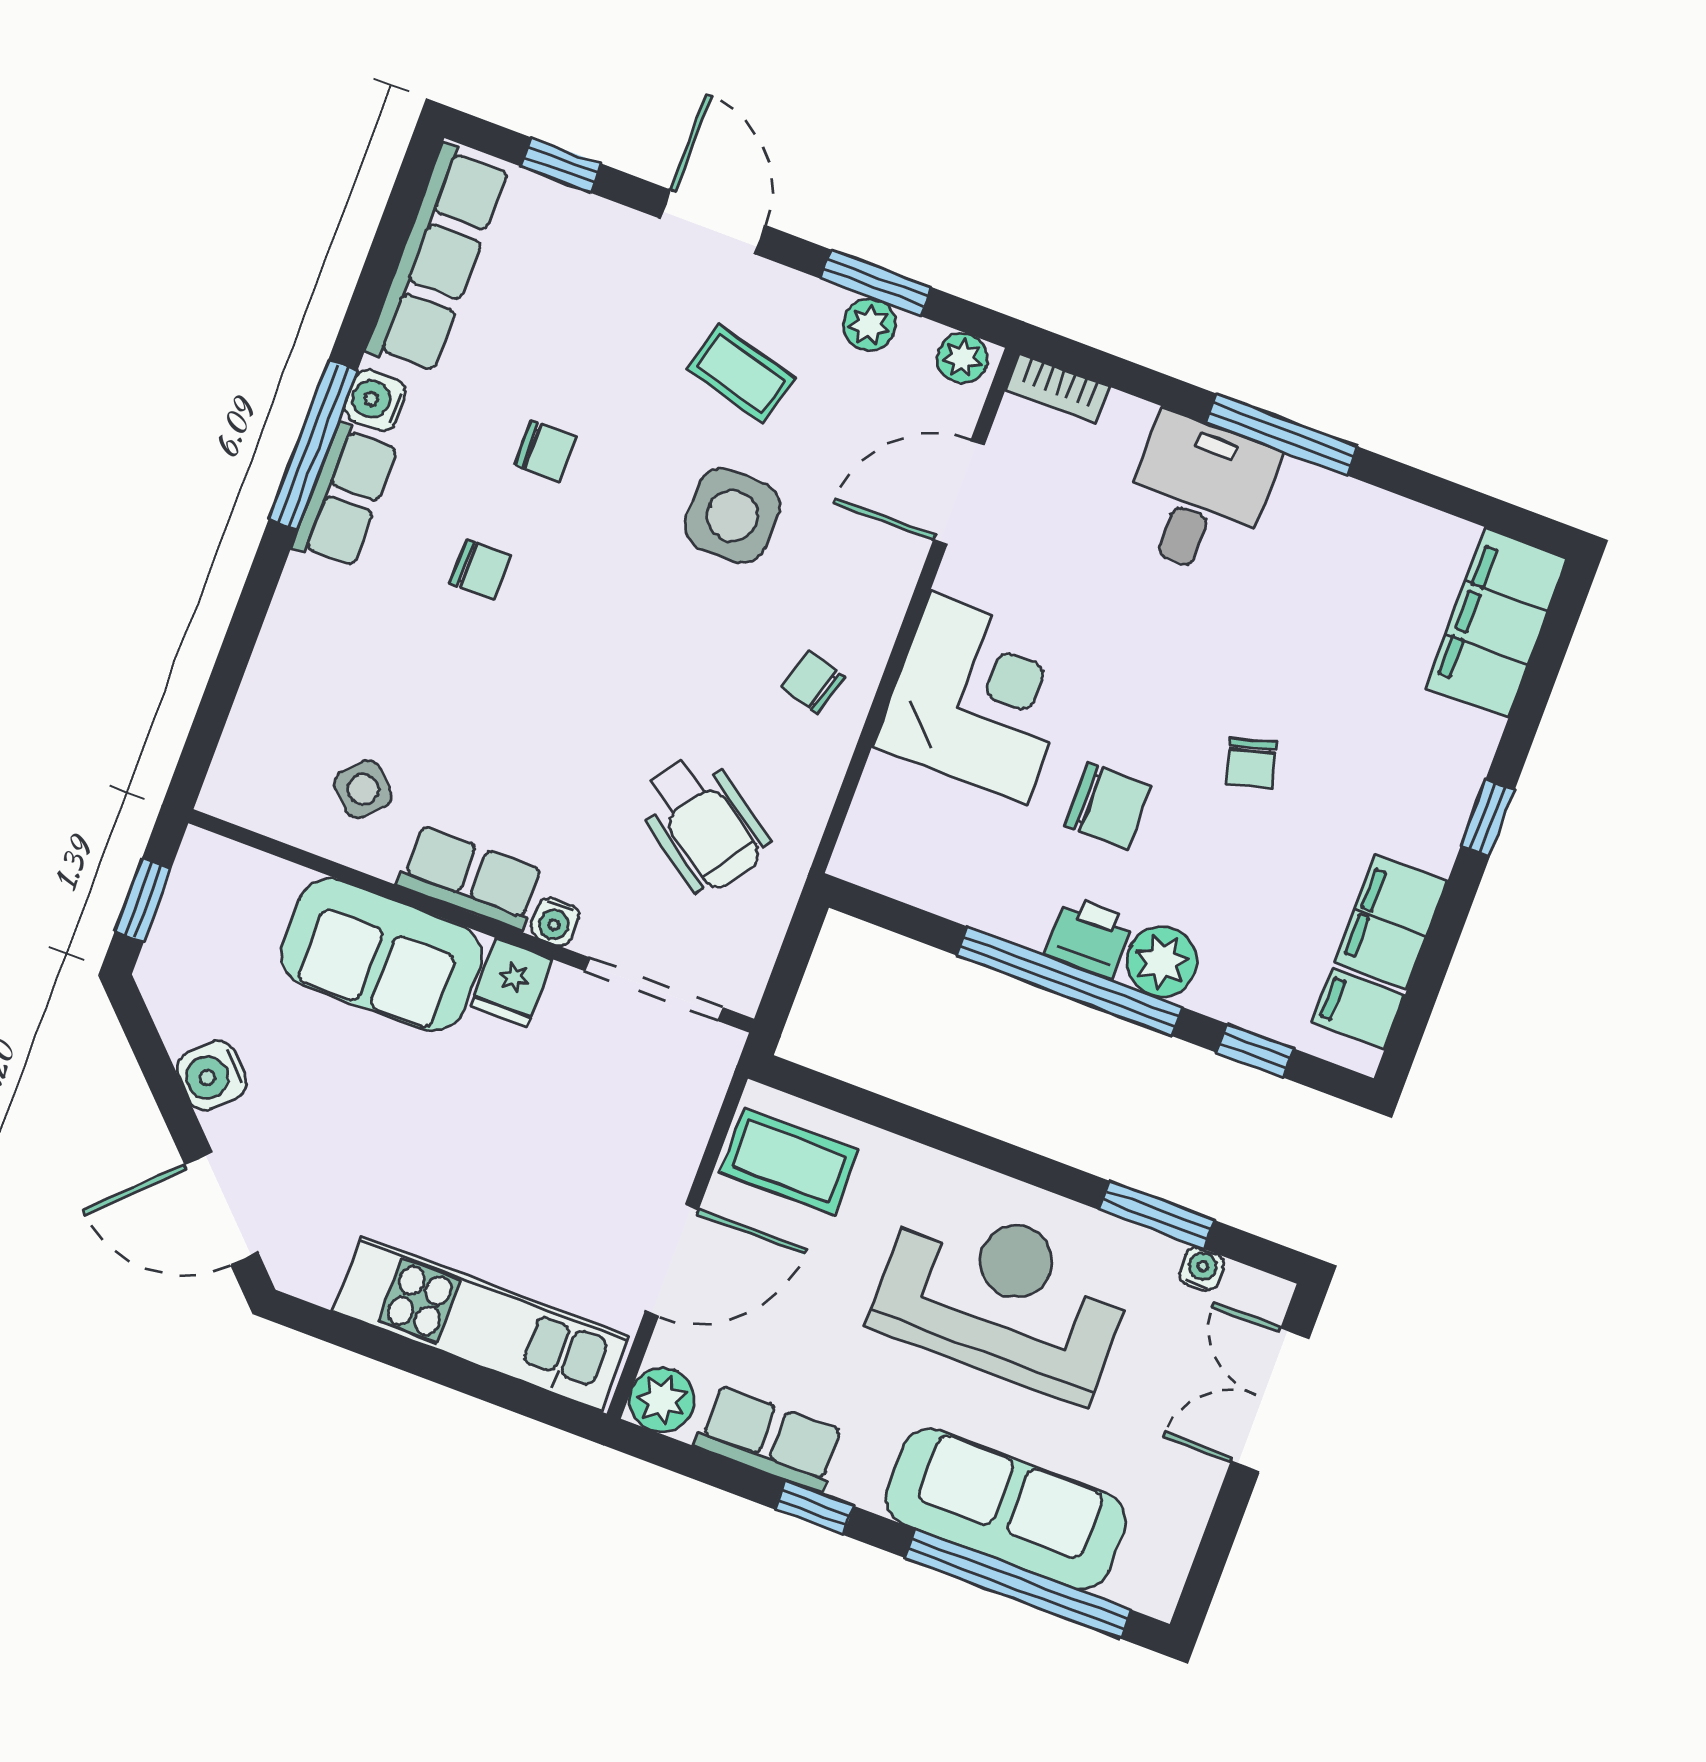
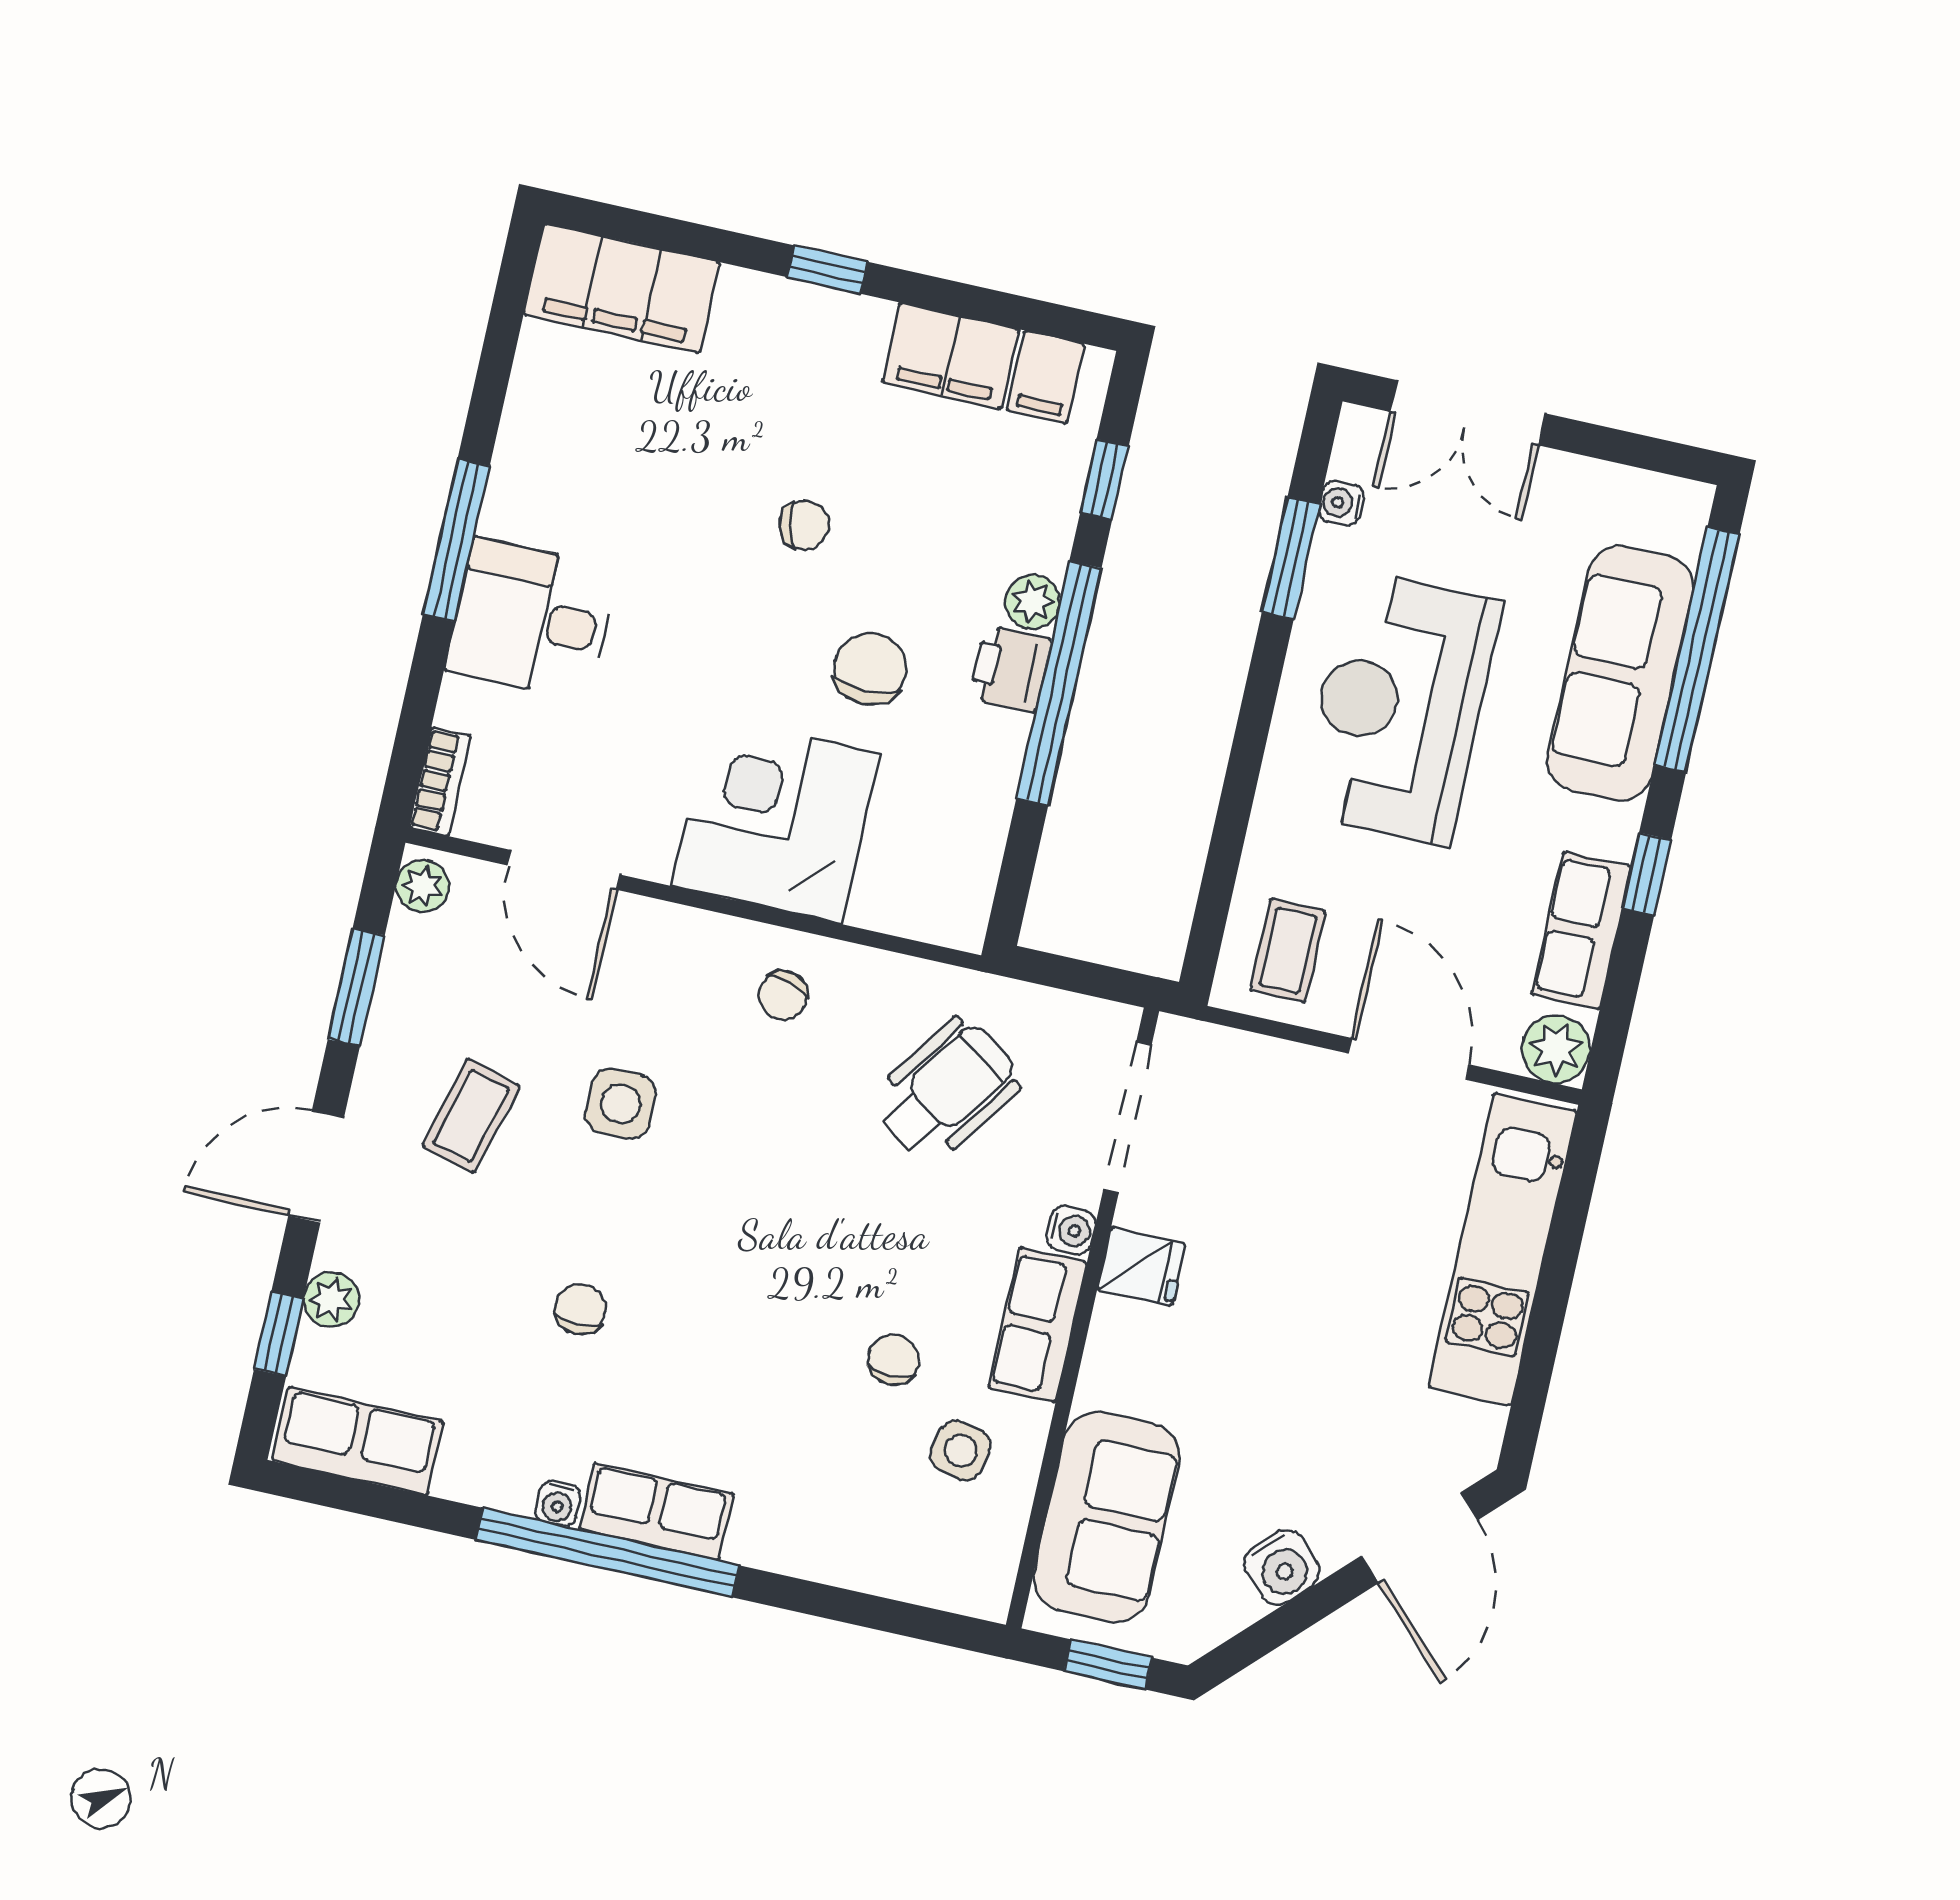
row of seats: (438, 259) -> (358, 1441), width x0.68
plant: (869, 325) -> (331, 1300), moved
water cooler: (375, 400) -> (558, 1503), width x0.72, depth x0.72
window: (313, 445) -> (608, 1553), width x1.46
side table: (732, 516) -> (621, 1104), width x0.73, depth x0.73
chair: (480, 570) -> (893, 1360), moved
side table: (363, 789) -> (961, 1450), turned -30
sofa: (381, 955) -> (1106, 1517), moved
plant: (1162, 962) -> (1033, 602), width x0.73, depth x0.73
coffee table: (789, 1161) -> (1288, 951), width x0.73, depth x0.77

